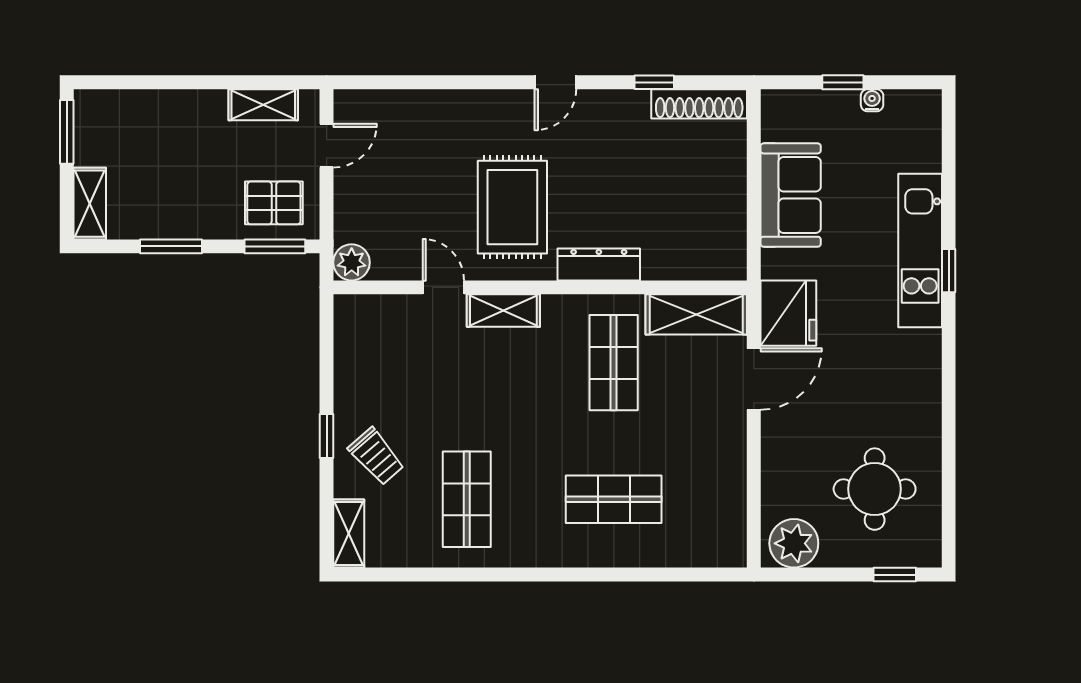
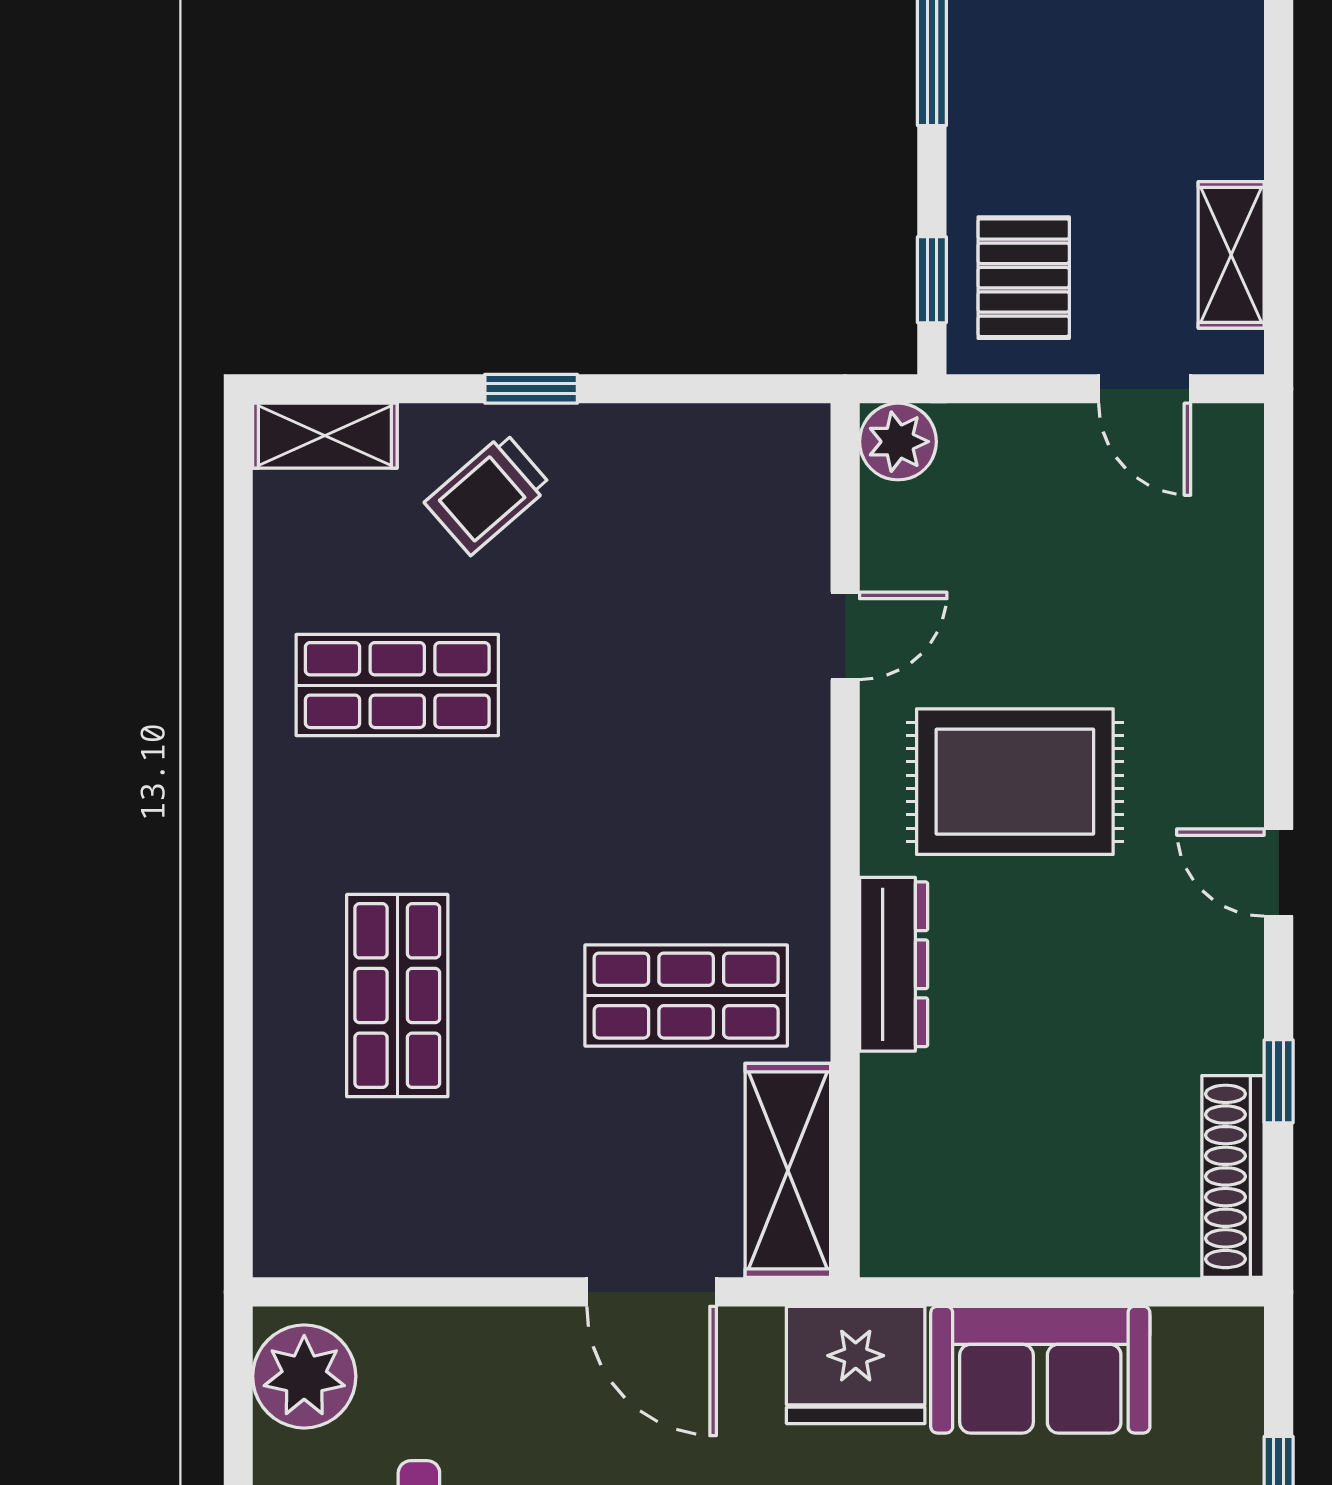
window: (275, 246) -> (932, 280), width x0.67
shelving: (503, 311) -> (796, 763), removed
fridge: (788, 313) -> (856, 1365), moved

